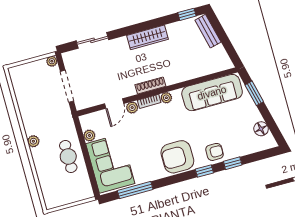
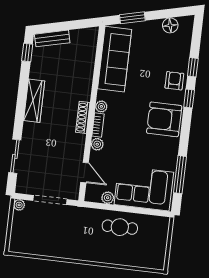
door: (114, 104) -> (85, 173), moved
plant: (33, 141) -> (91, 255), removed
armchair: (177, 157) -> (164, 119), turned 90

